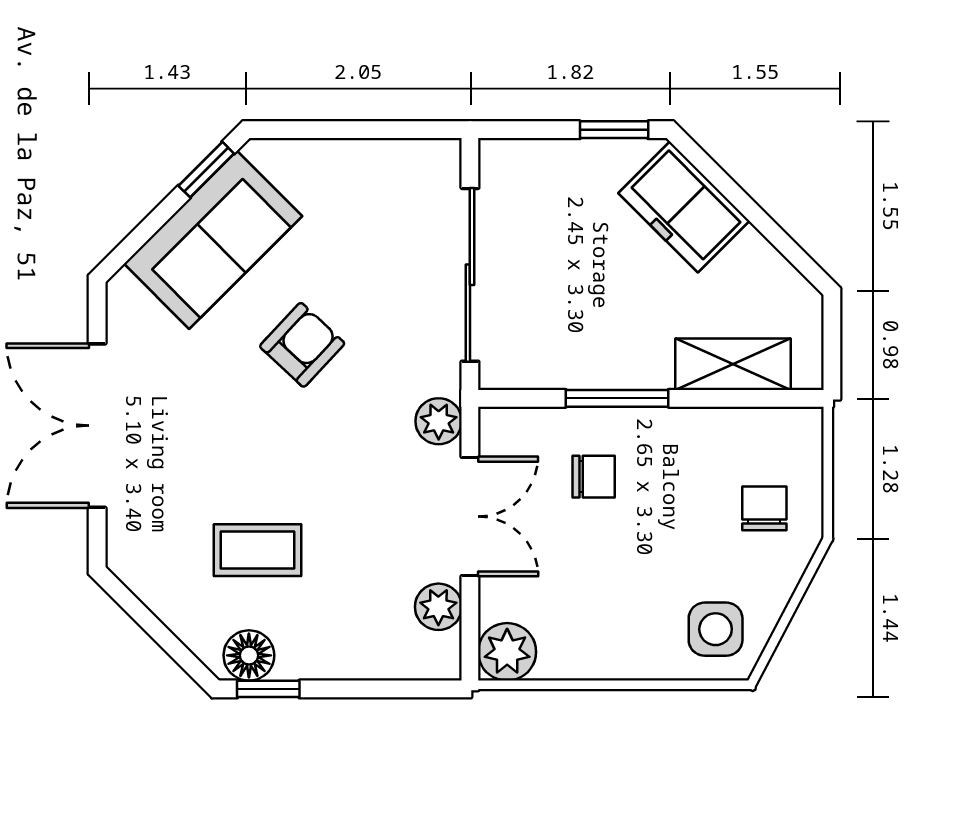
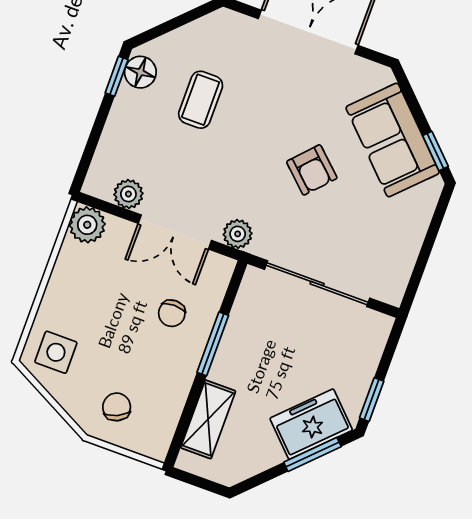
window: (729, 188) -> (312, 454), added
chair: (764, 508) -> (117, 407), turned -115

